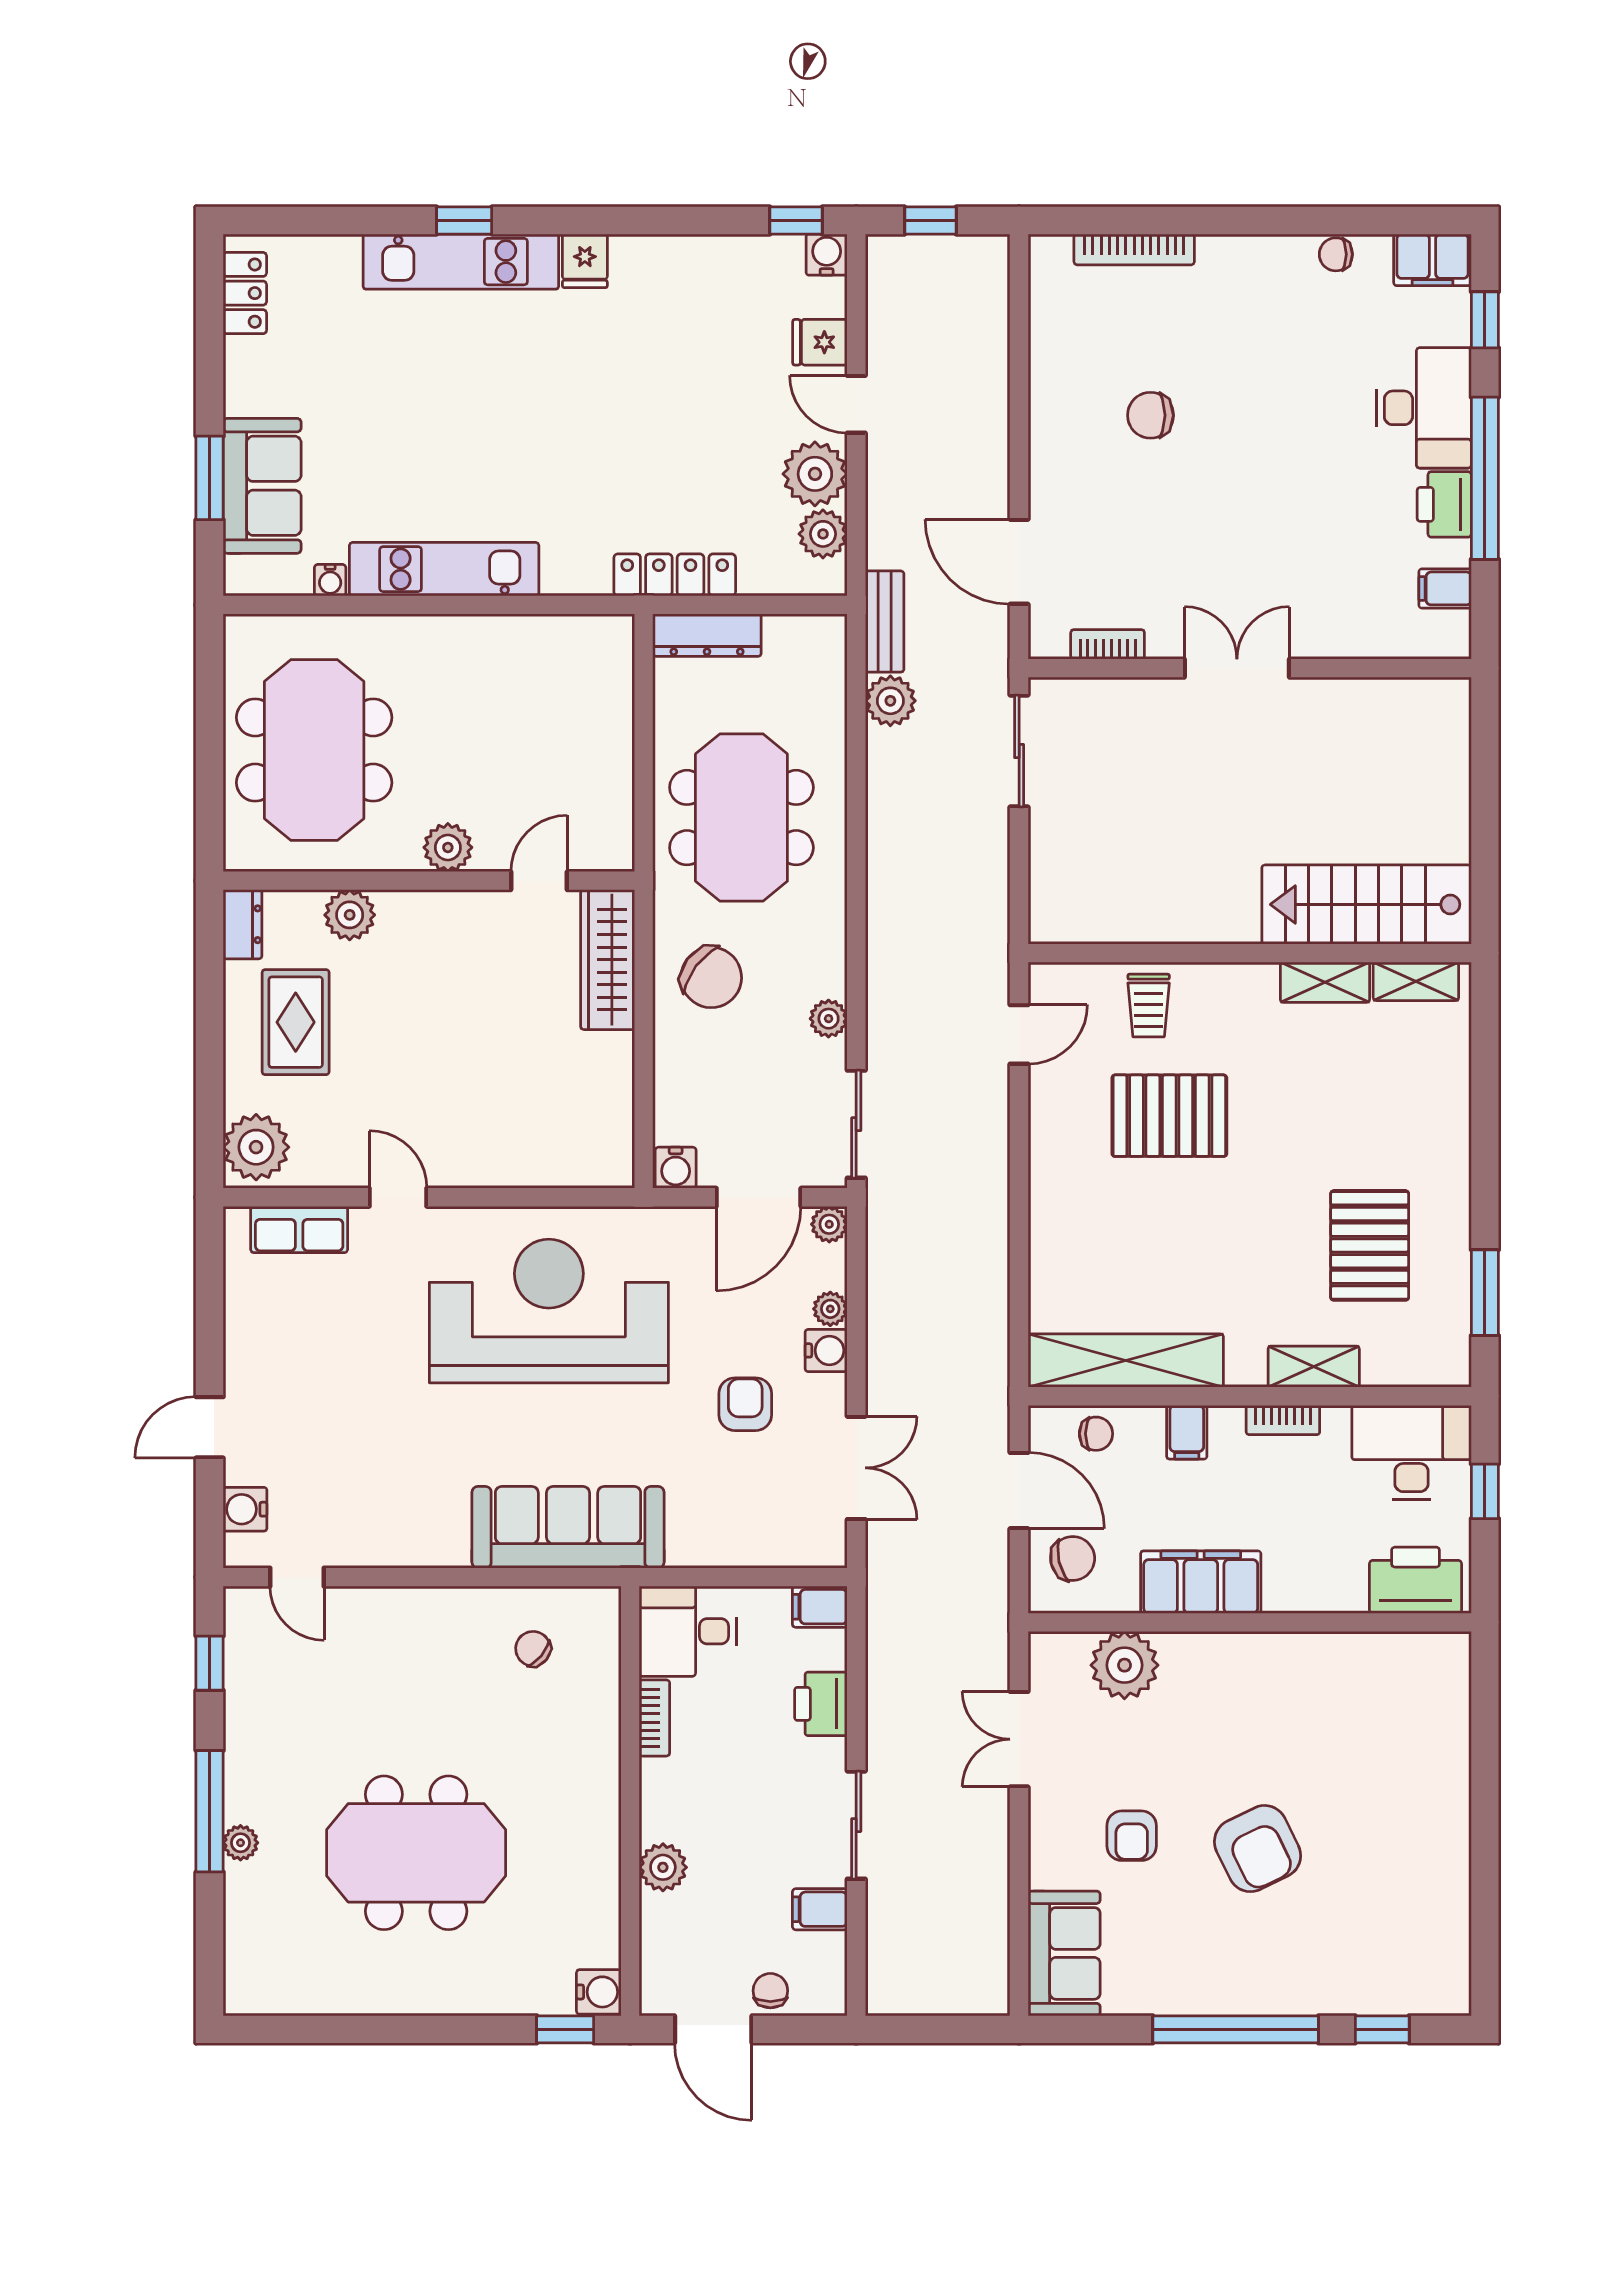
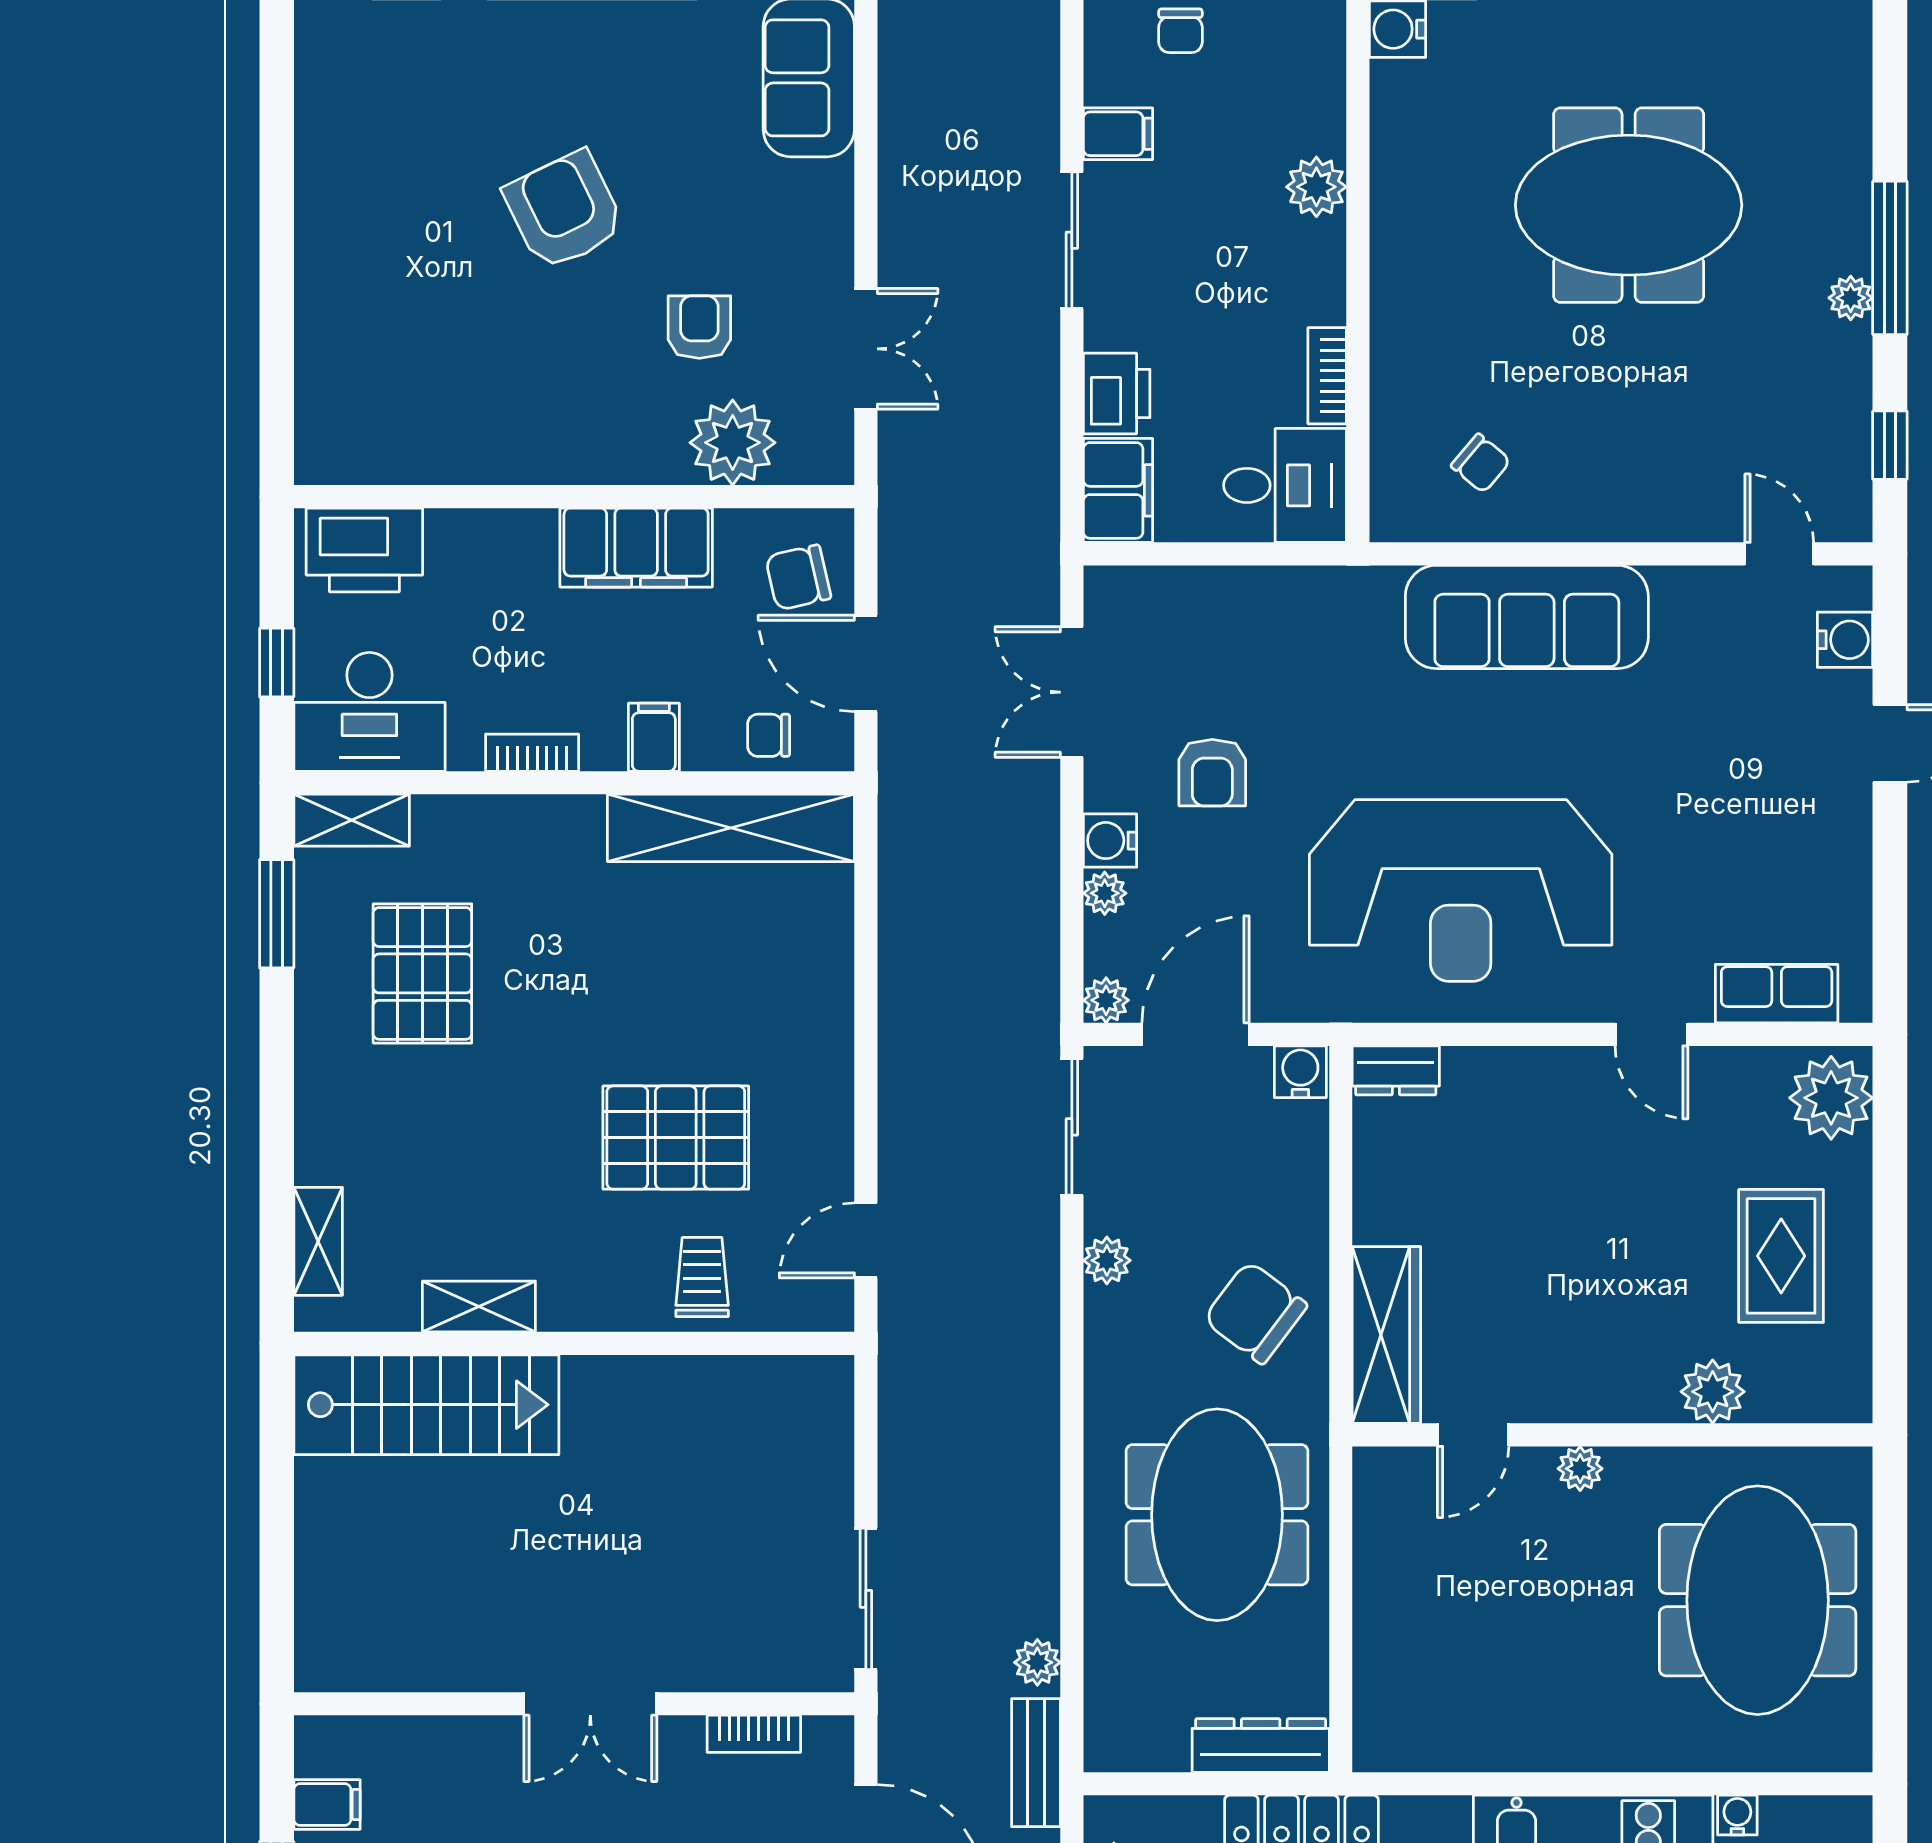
plant: (890, 701) -> (1037, 1662), width x0.73, depth x0.73
plant: (448, 847) -> (1580, 1469), width x0.73, depth x0.73
dresser: (243, 924) -> (1396, 1070), moved, turned -90
shelving: (1416, 981) -> (318, 1241), moved, turned 90
shelving: (1314, 1367) -> (352, 820), moved
sofa: (568, 1527) -> (1527, 617), moved
filing cabinet: (820, 1607) -> (1118, 490), width x2.00
armchair: (1132, 1836) -> (699, 327), moved
plant: (241, 1843) -> (1851, 298), moved

